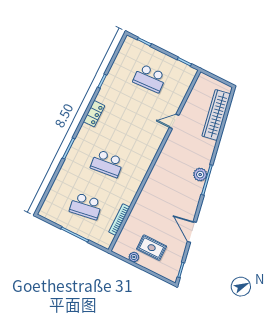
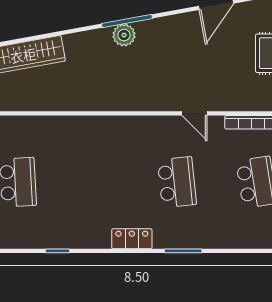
locker: (94, 114) -> (132, 239), moved
door: (174, 121) -> (194, 113), moved

